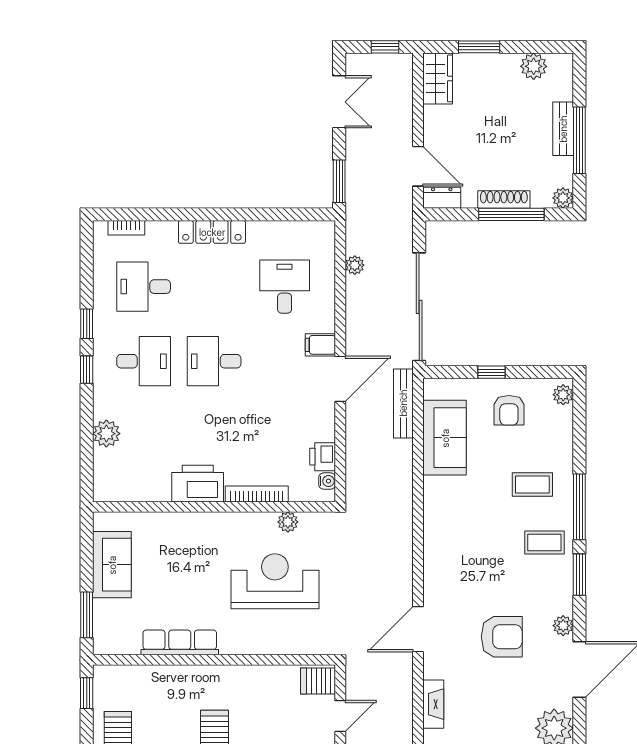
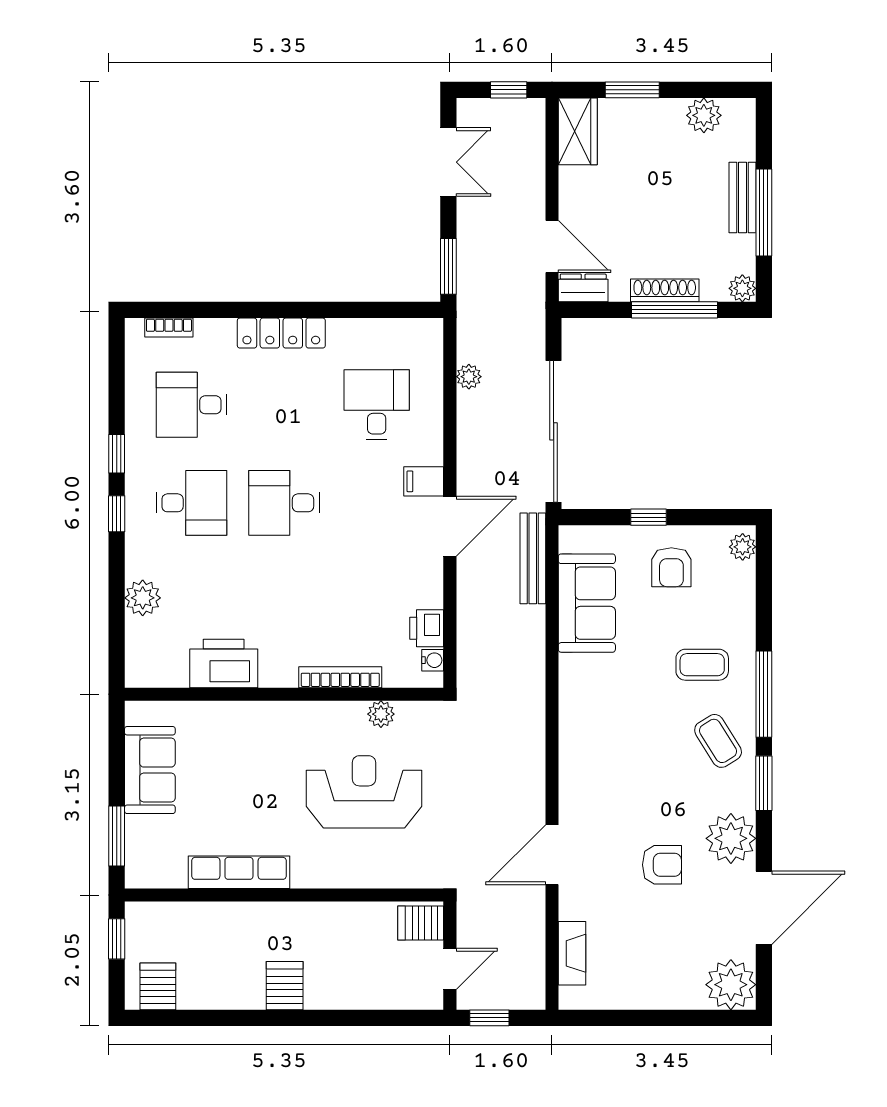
printer: (198, 484) -> (224, 663), moved
coffee table: (544, 542) -> (718, 741), turned 58
plant: (563, 626) -> (731, 838), width x1.88, depth x1.88
armchair: (502, 637) -> (662, 865), width x0.72, depth x0.72

